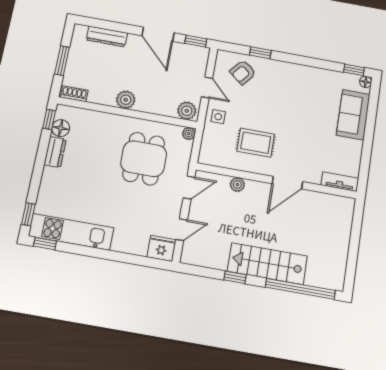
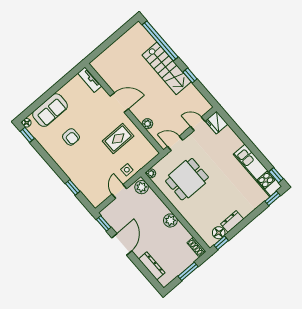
armchair: (243, 72) -> (71, 137), moved, turned 51
rug: (256, 143) -> (118, 138), turned 90

